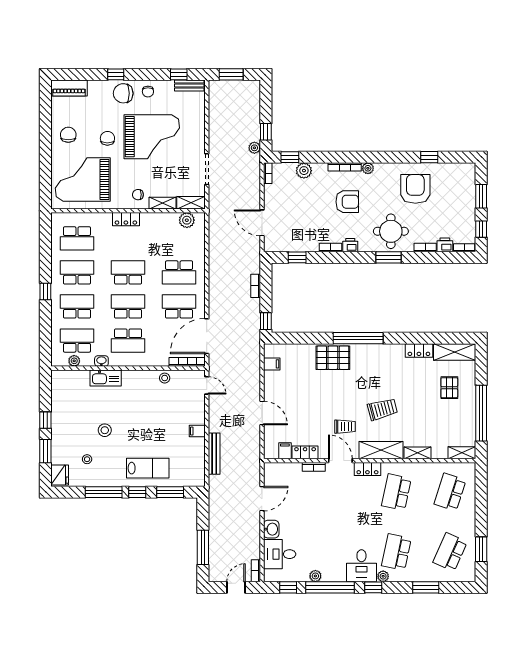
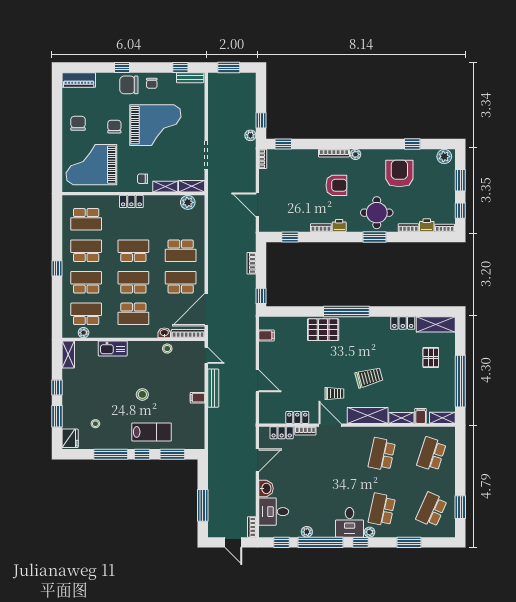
plant: (304, 171) -> (444, 156), moved
washbasin: (101, 361) -> (164, 333), moved
shelving: (58, 384) -> (68, 355), added
stool: (105, 430) -> (142, 394), moved
filing cabinet: (285, 451) -> (421, 416), moved
bench: (214, 454) -> (213, 388), moved
locker: (367, 469) -> (282, 433), moved
door: (236, 587) -> (233, 542), swing flipped

